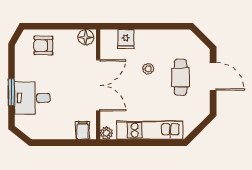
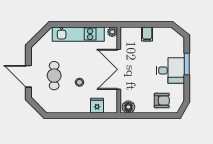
desk: (32, 98) -> (170, 70), moved
filing cabinet: (83, 130) -> (147, 34), moved

